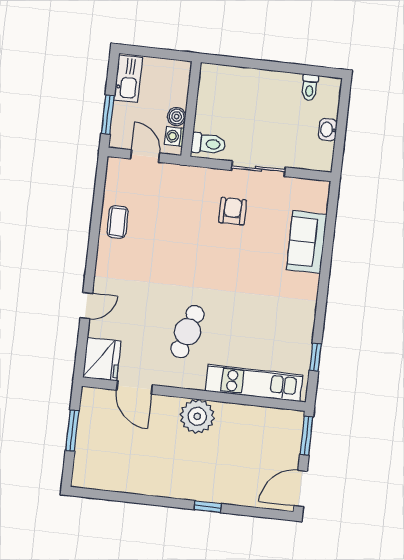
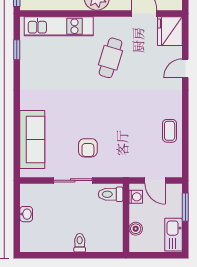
toilet: (310, 87) -> (80, 243), moved
boiler: (177, 117) -> (136, 229), moved
sofa: (307, 242) -> (32, 139), width x1.36

